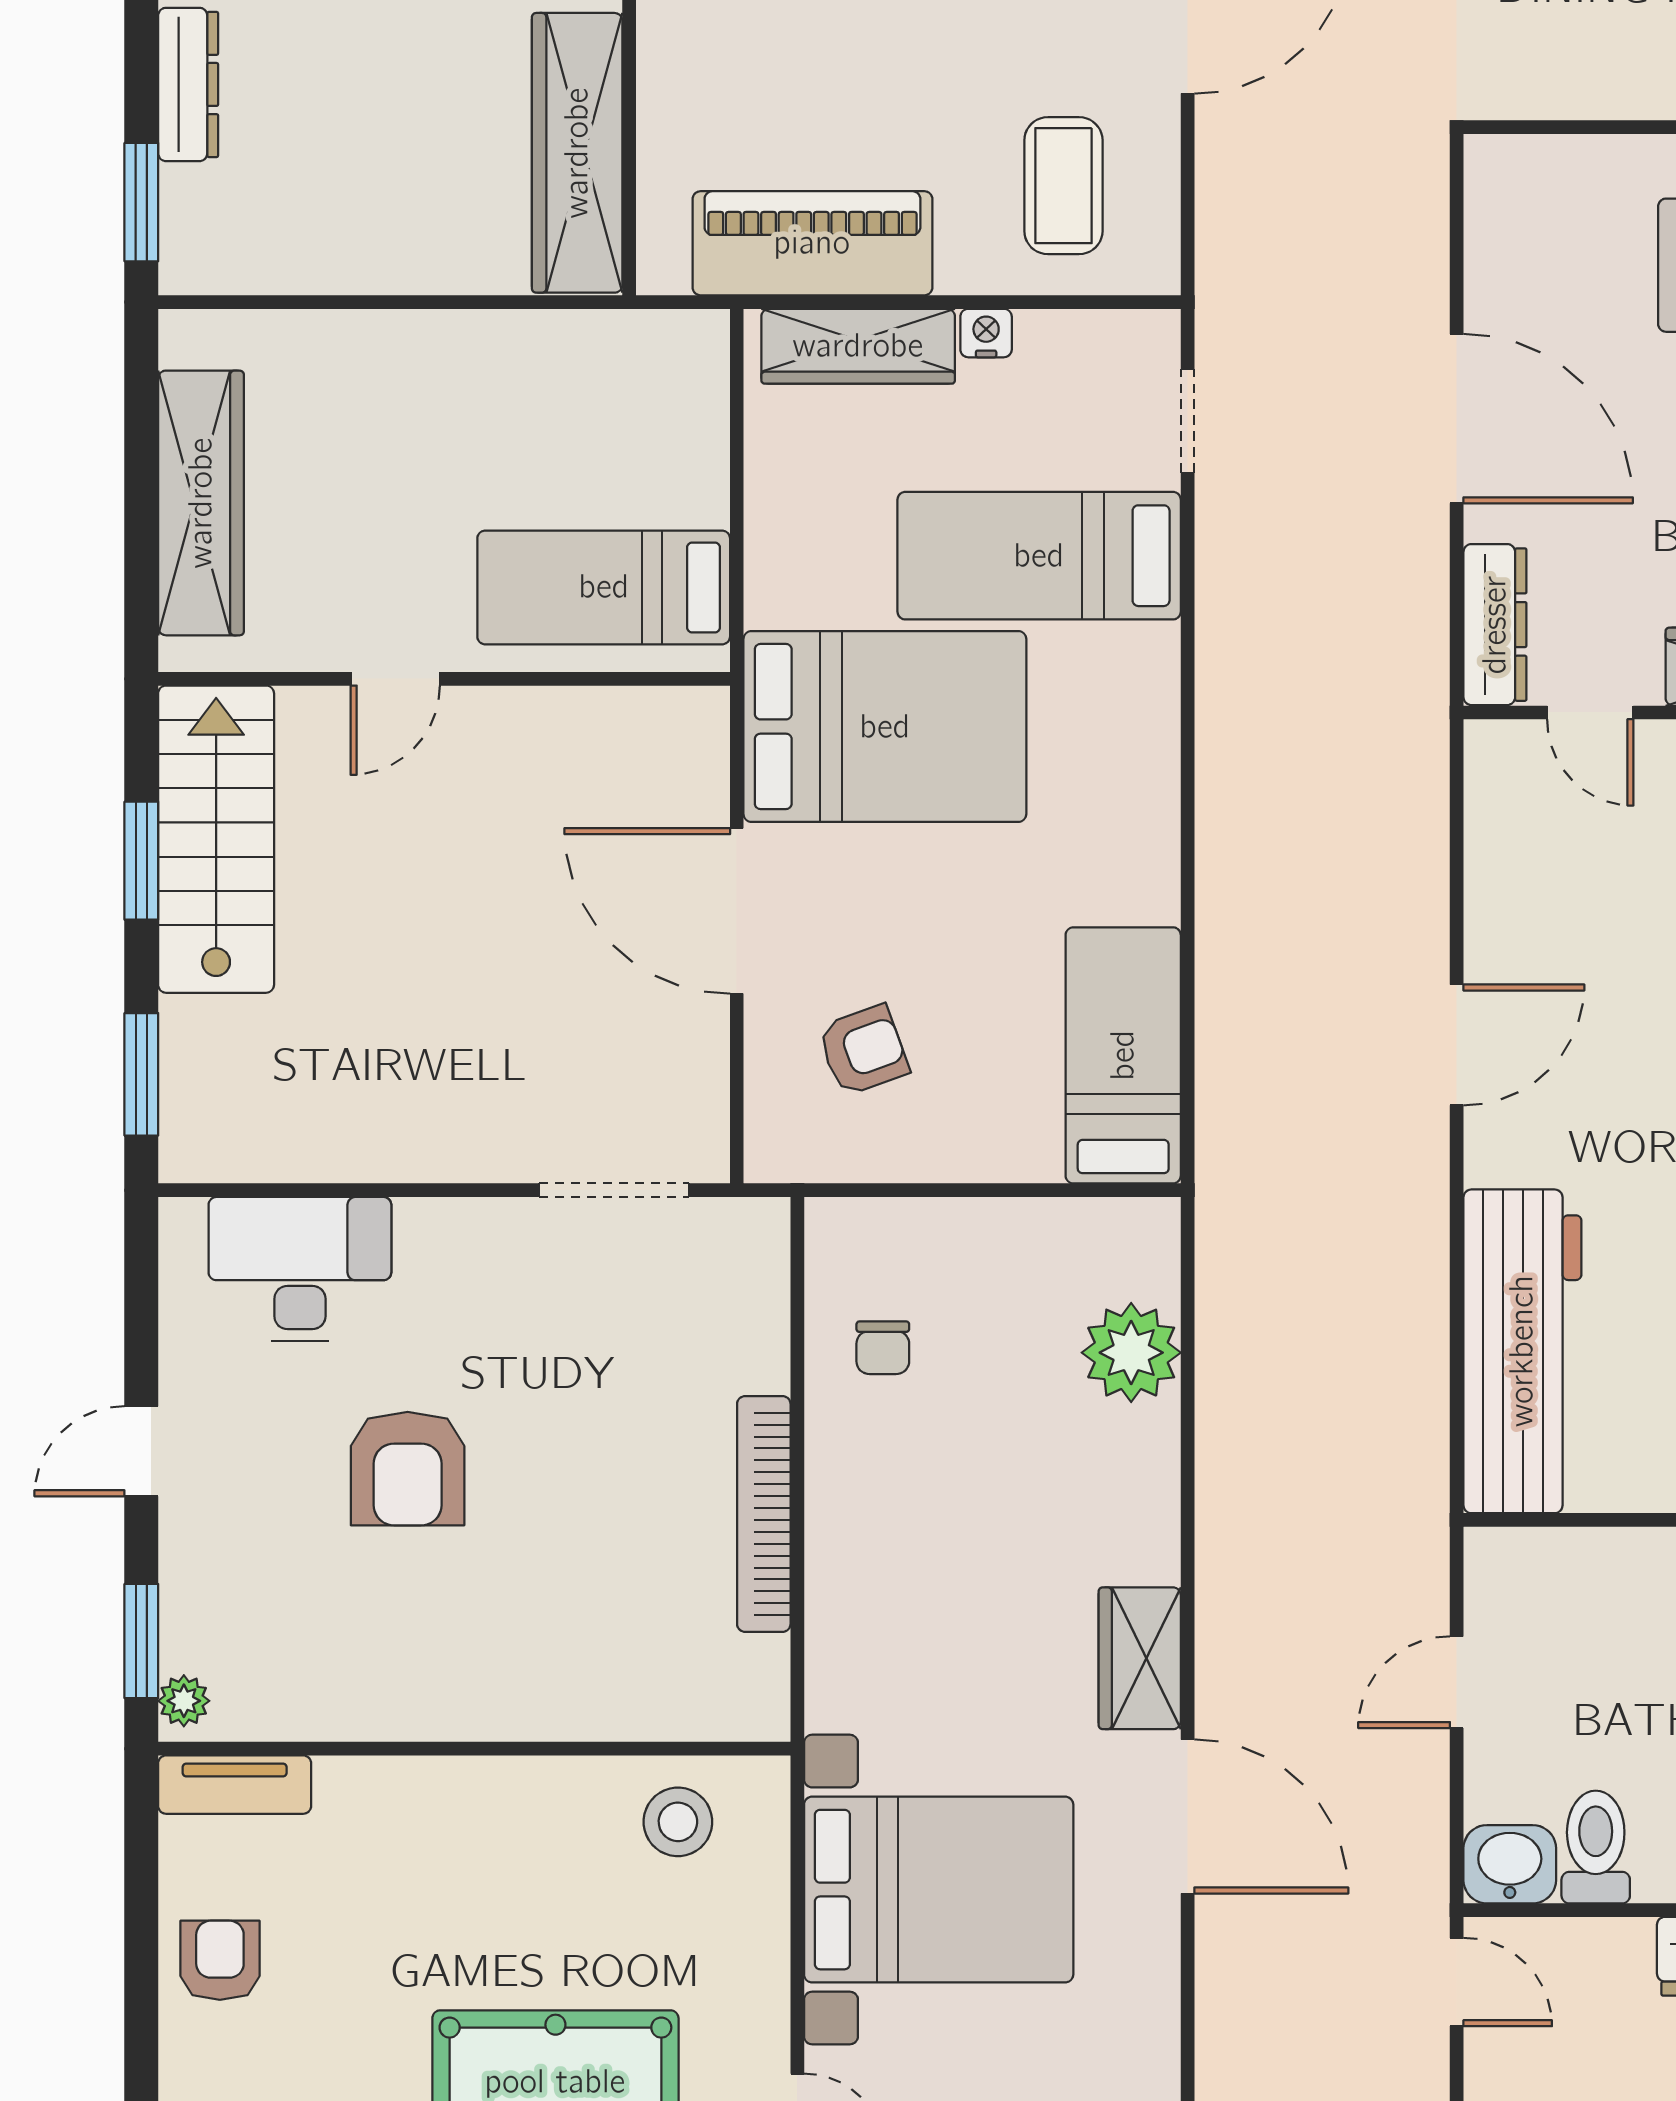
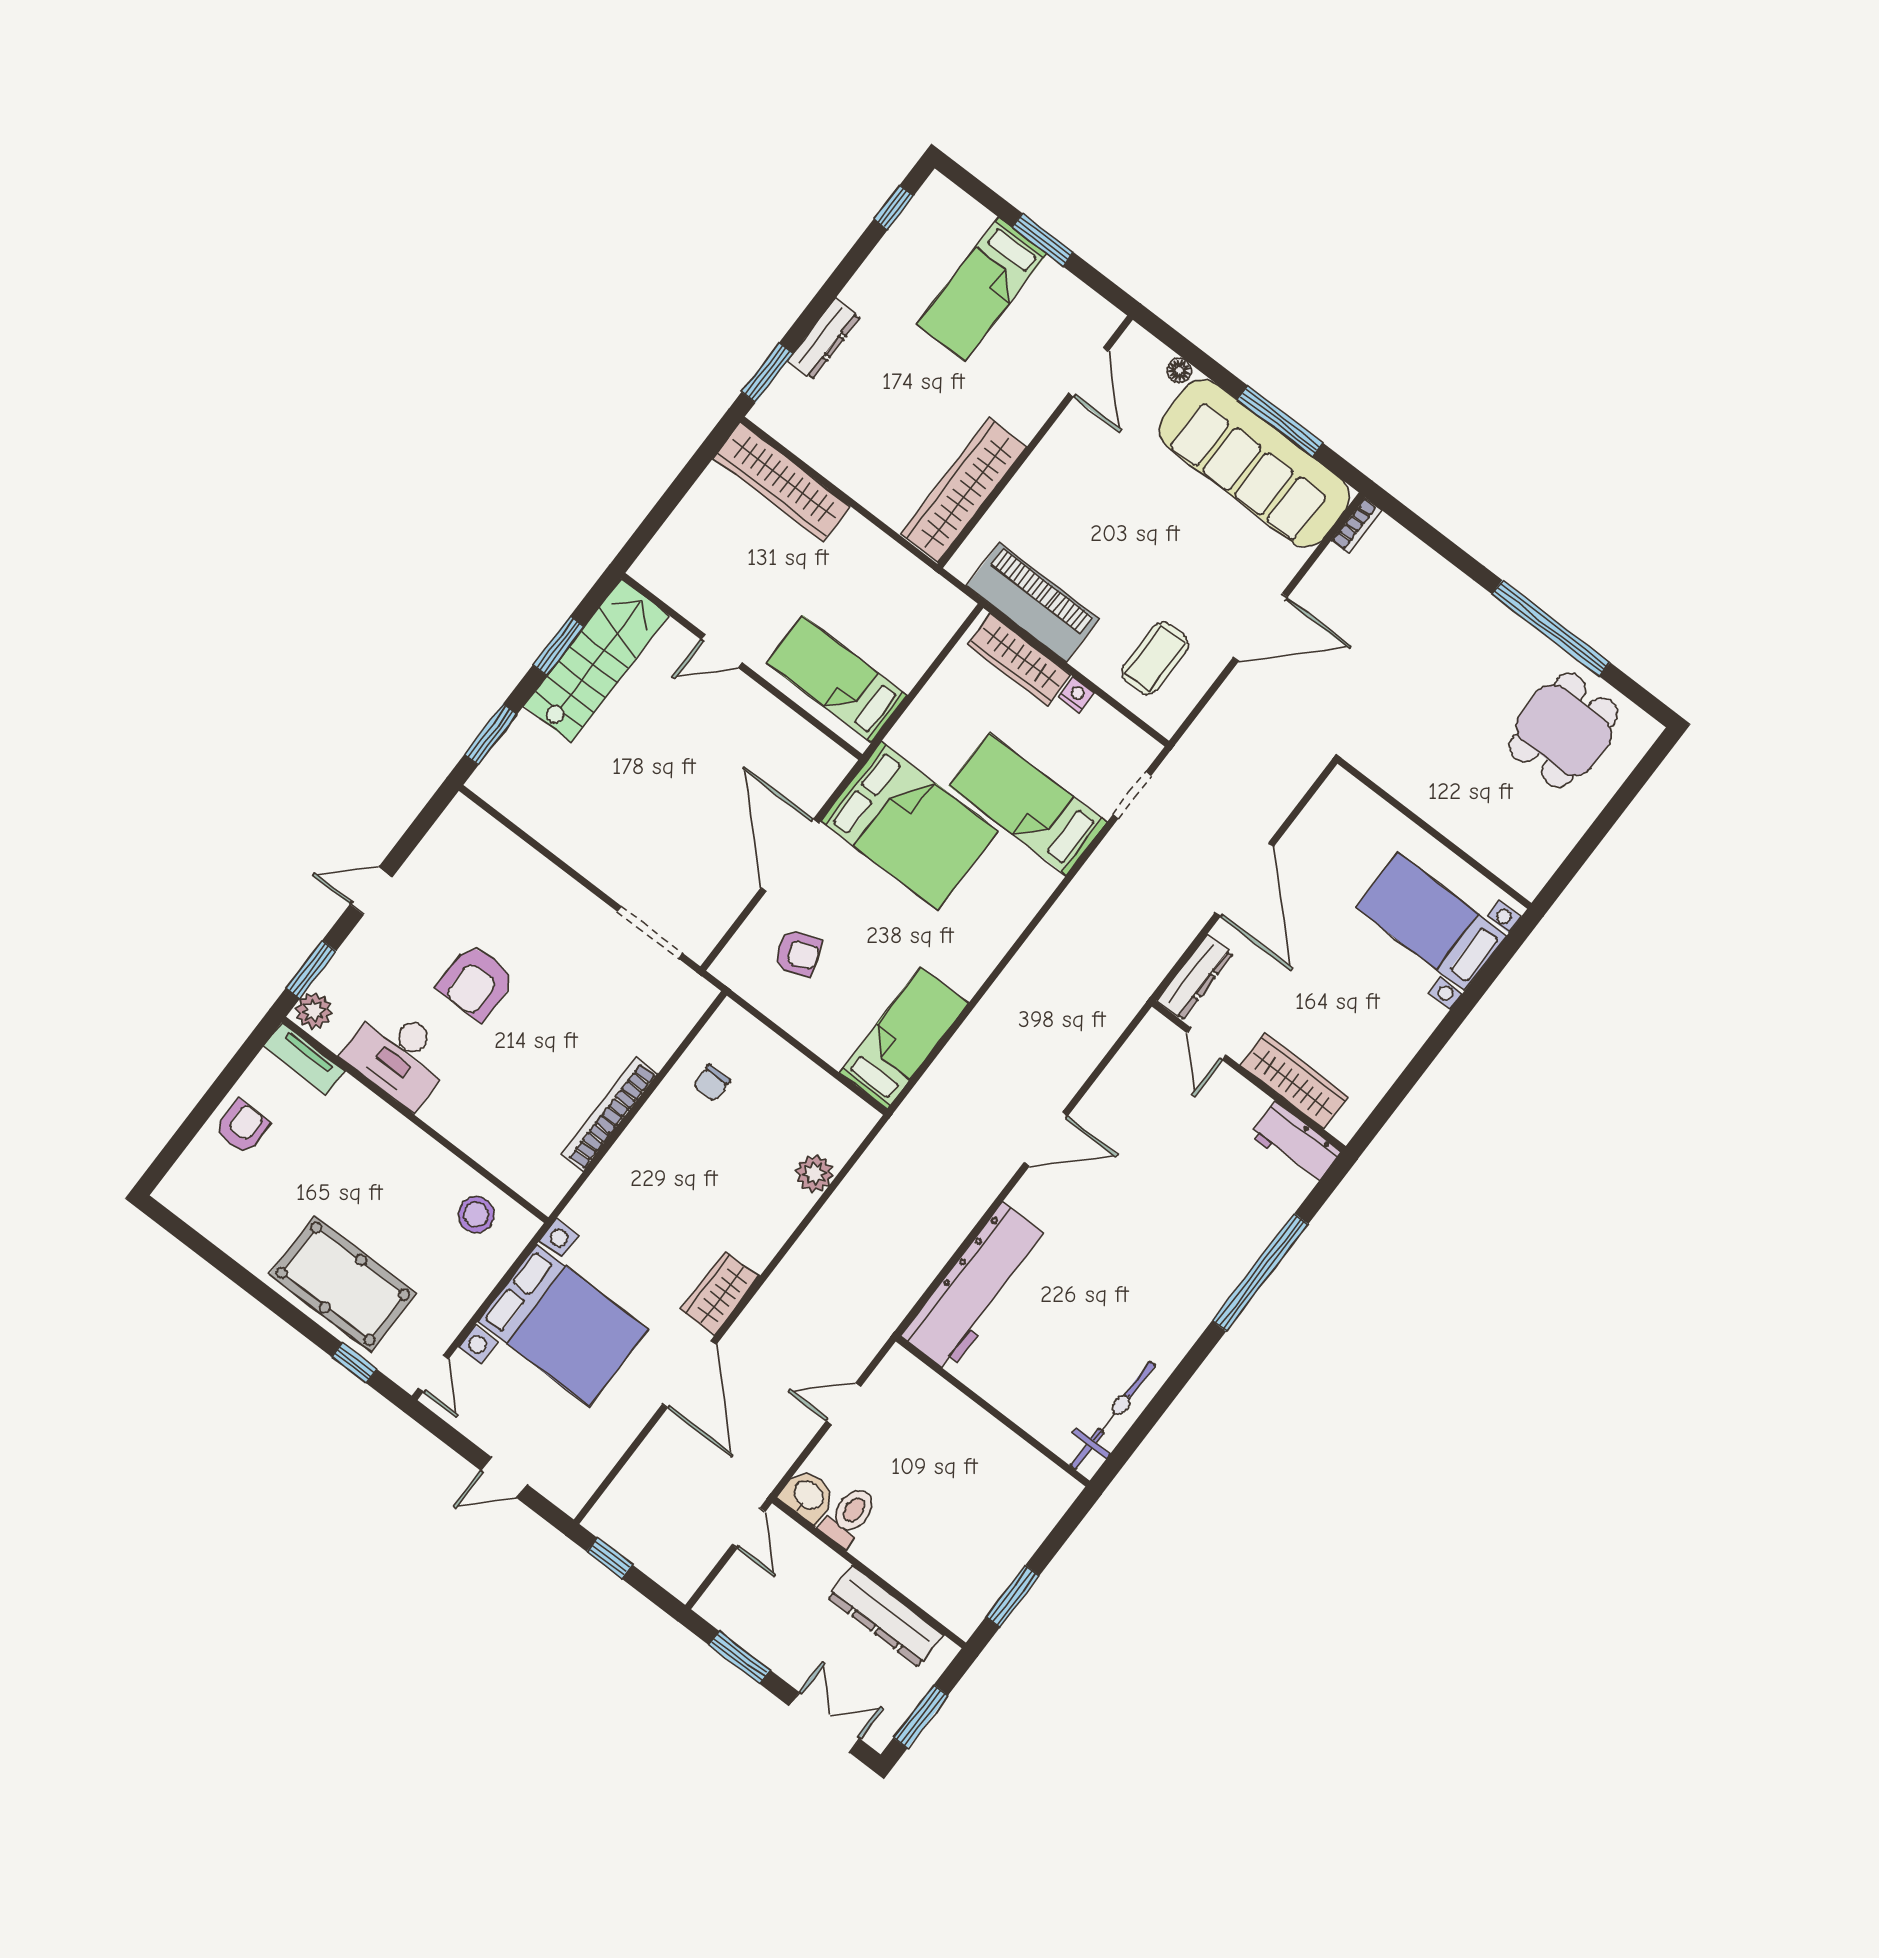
wardrobe: (201, 503) -> (782, 482), moved, turned 90
desk: (300, 1269) -> (399, 1056), moved, turned 180
plant: (1131, 1353) -> (814, 1173), width x0.73, depth x0.73
plant: (184, 1701) -> (314, 1011), width x1.38, depth x1.38

